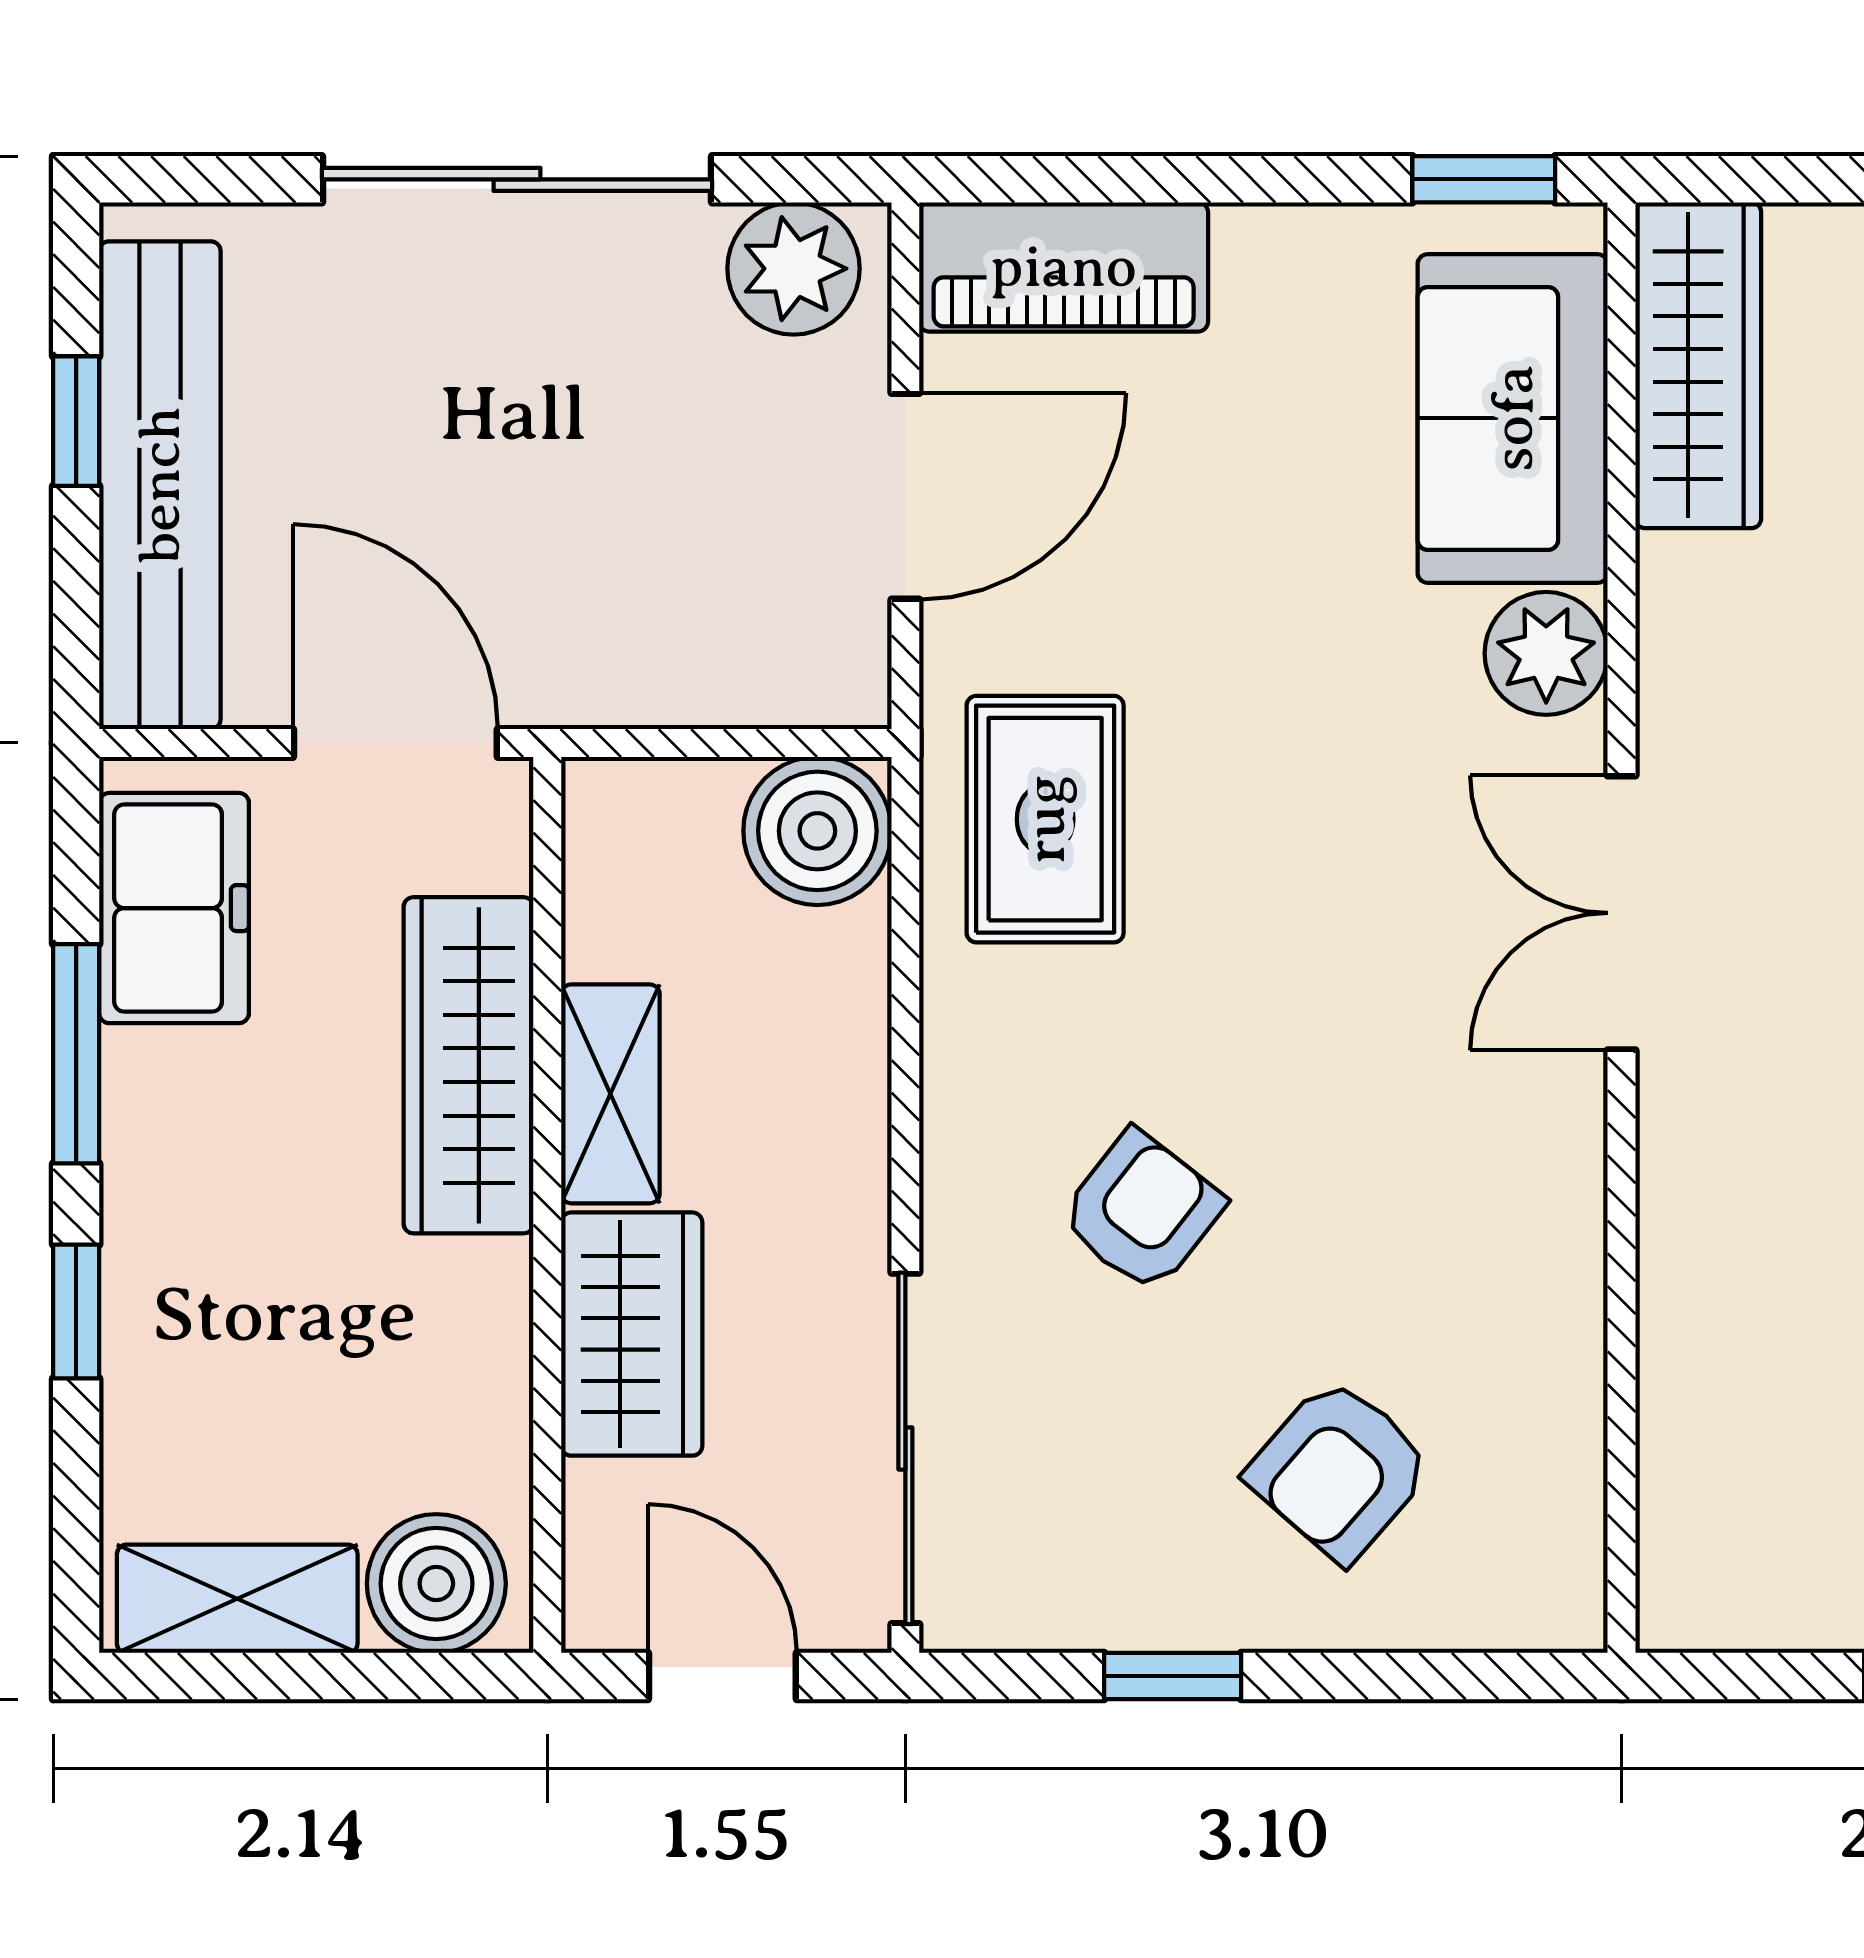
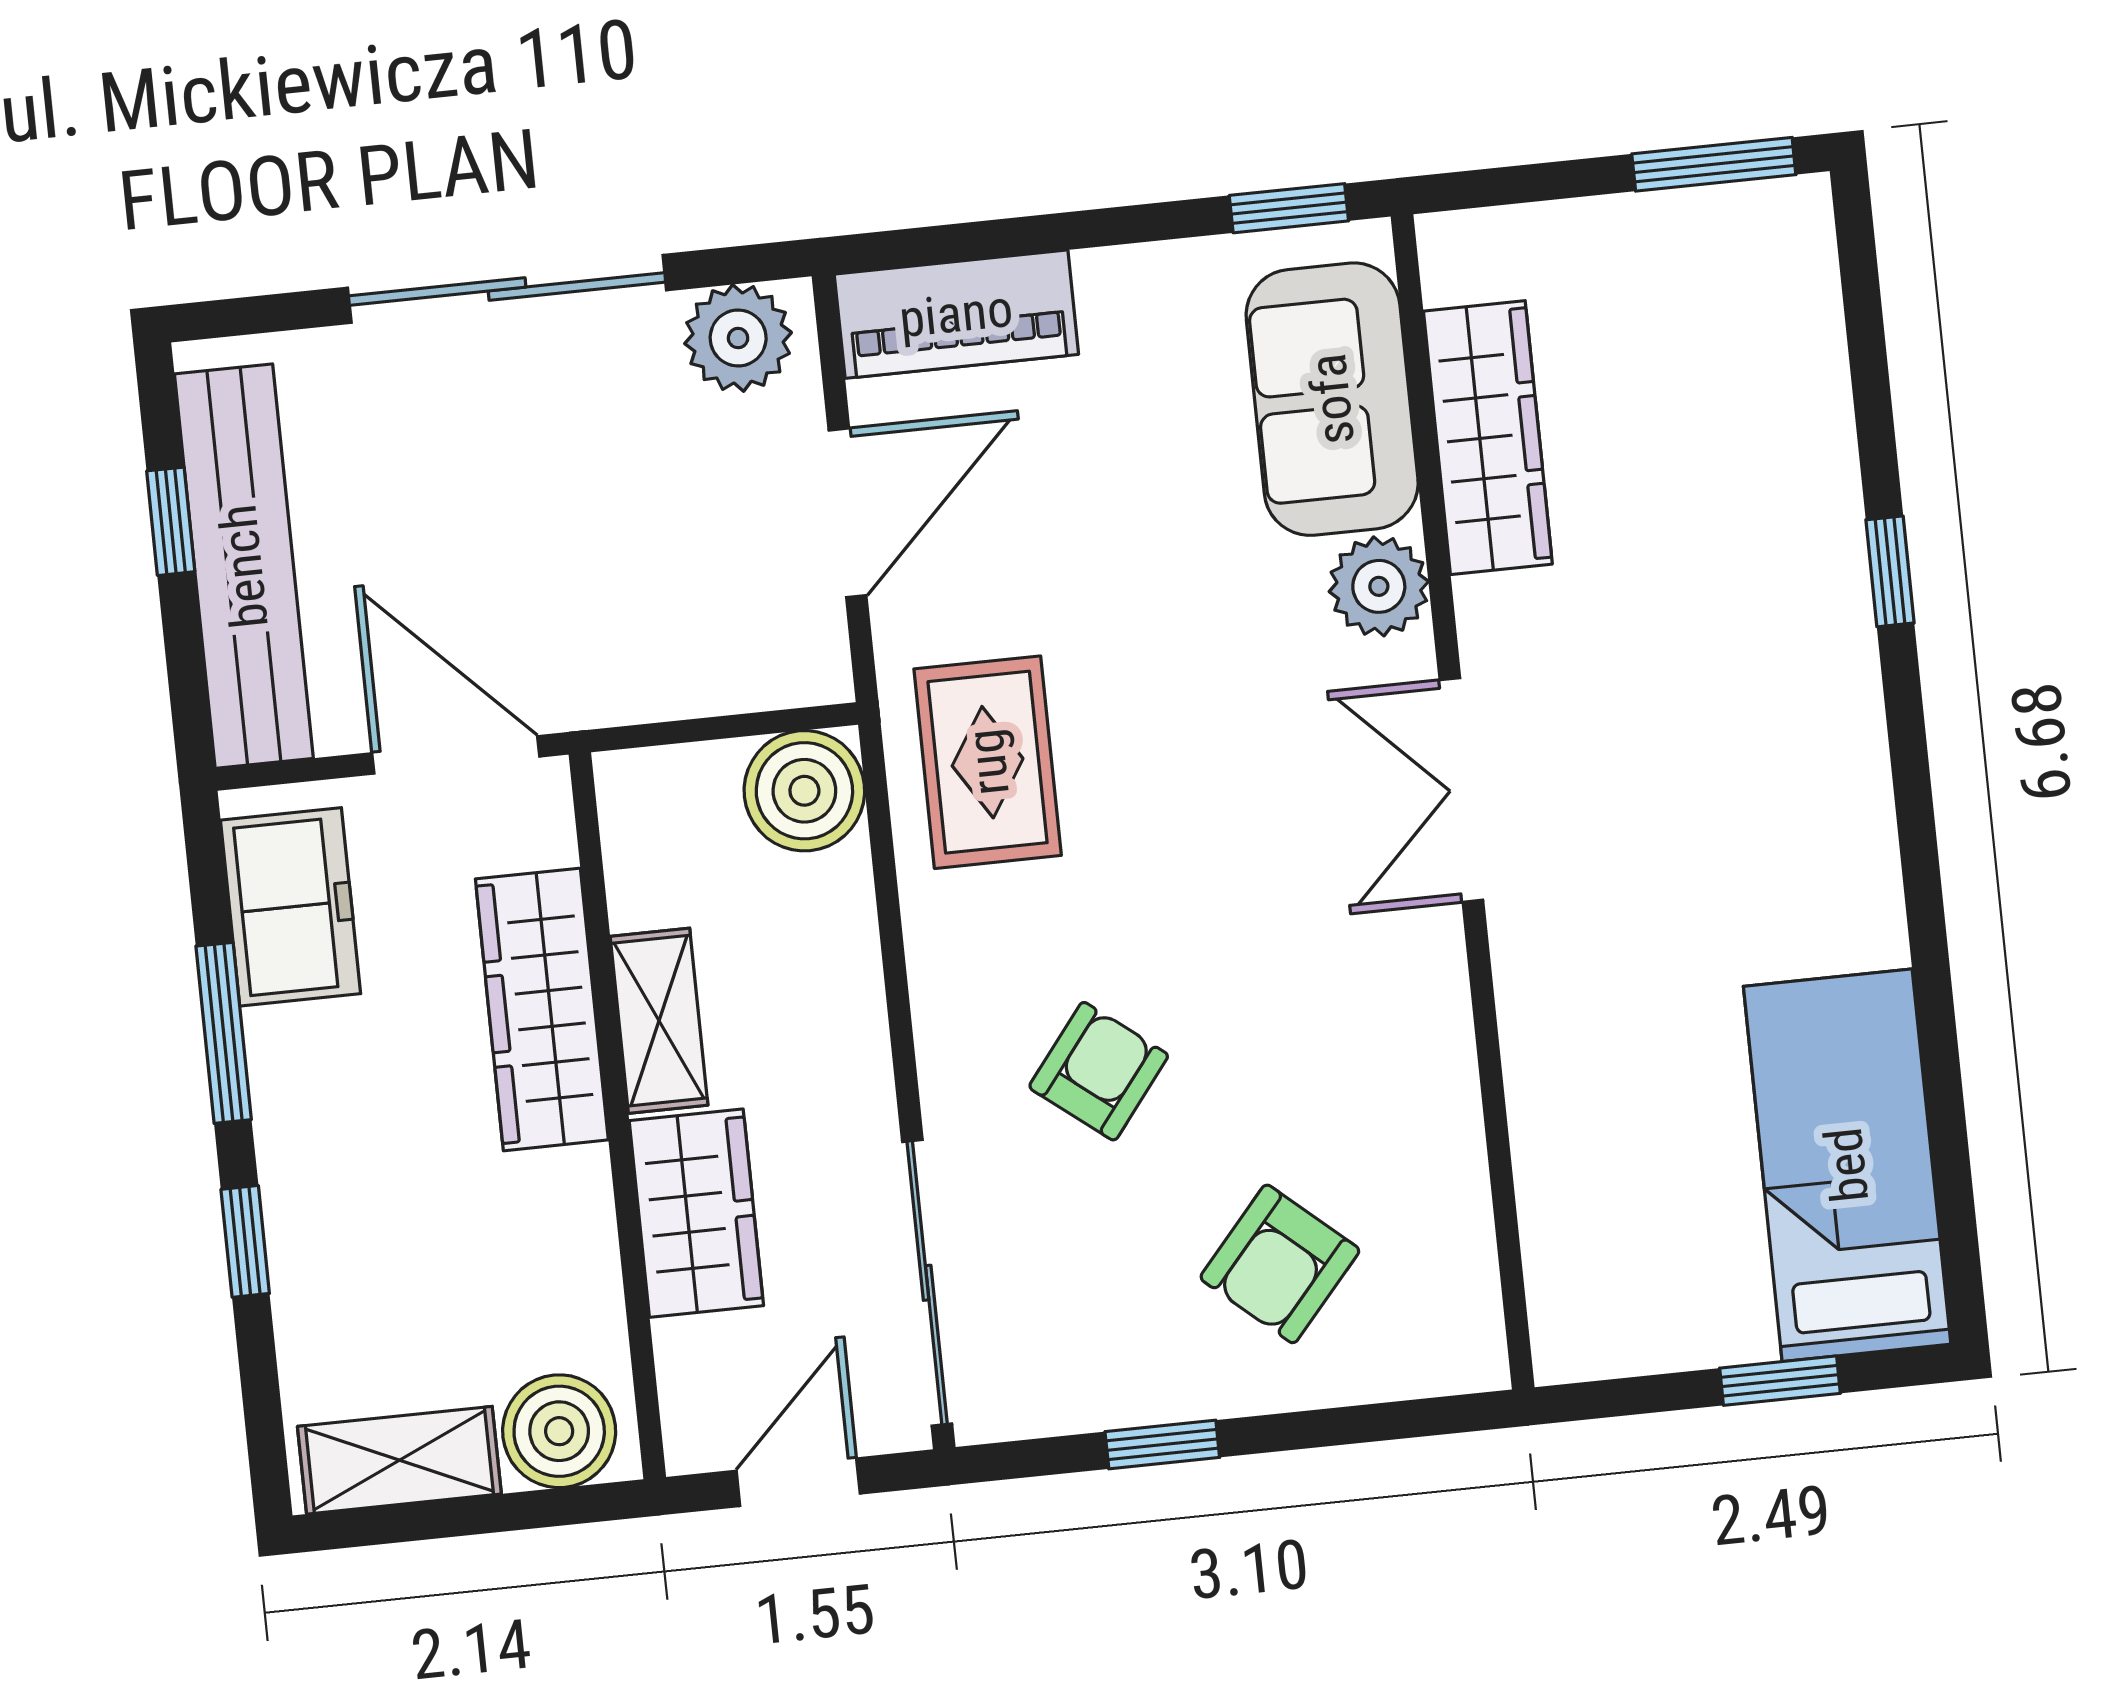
wardrobe: (1698, 365) -> (1488, 438), moved
door: (722, 1676) -> (798, 1482), hinge flipped

